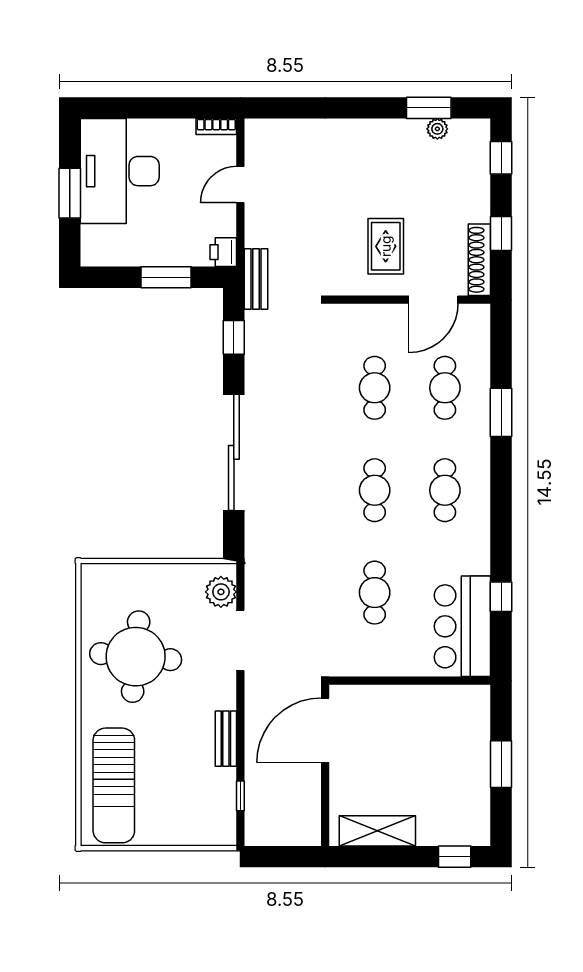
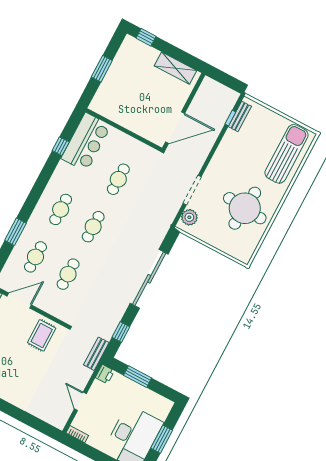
door: (240, 184) -> (80, 401), swing flipped
rug: (386, 246) -> (42, 335), moved
bench: (226, 739) -> (240, 116), moved

